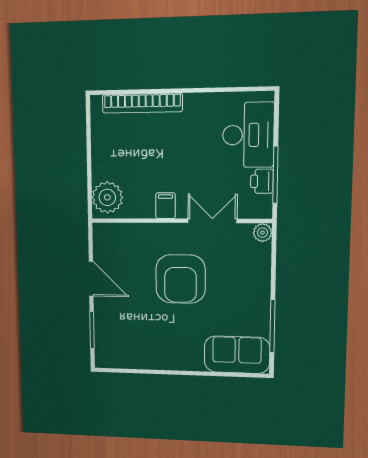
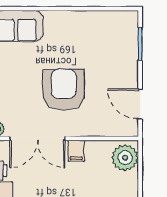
double door: (212, 221) -> (37, 138), width x1.37
door: (91, 279) -> (140, 104), moved

